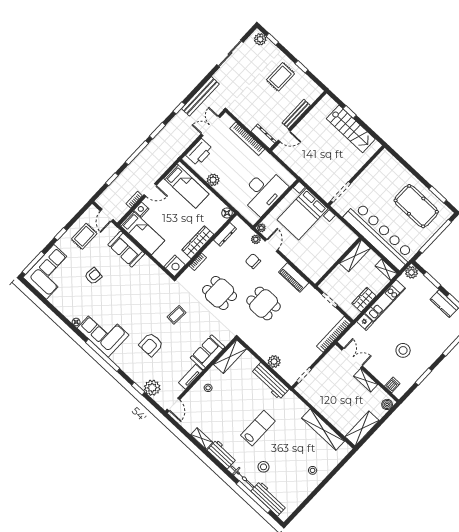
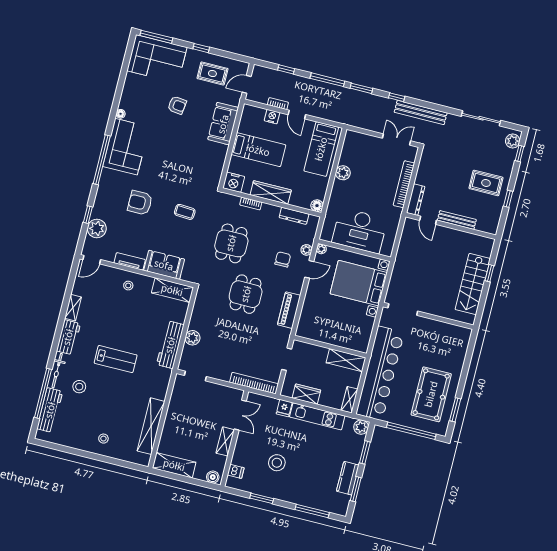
printer: (199, 152) -> (363, 143), removed
bed: (142, 233) -> (258, 150), moved, turned -90

